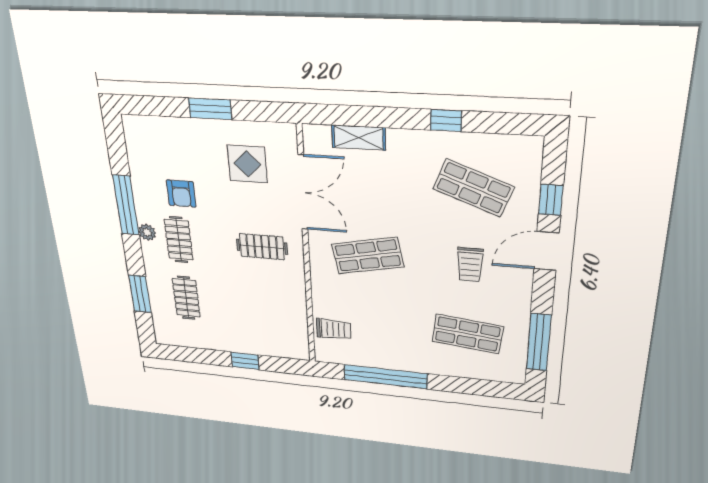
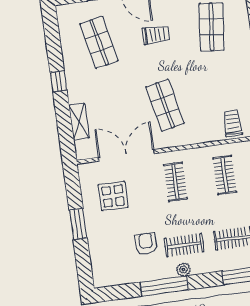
window: (446, 120) -> (59, 81), moved
shop shelf: (473, 188) -> (99, 42), turned -33
armchair: (181, 194) -> (146, 244), turned -90
clothes rail: (267, 306) -> (225, 175), added

